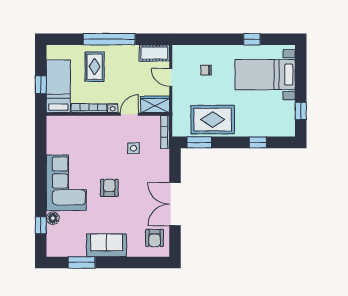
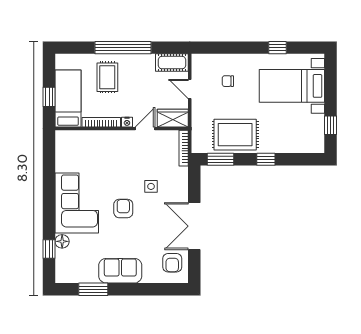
window: (258, 142) -> (266, 159), moved
side table: (134, 148) -> (151, 186), moved

